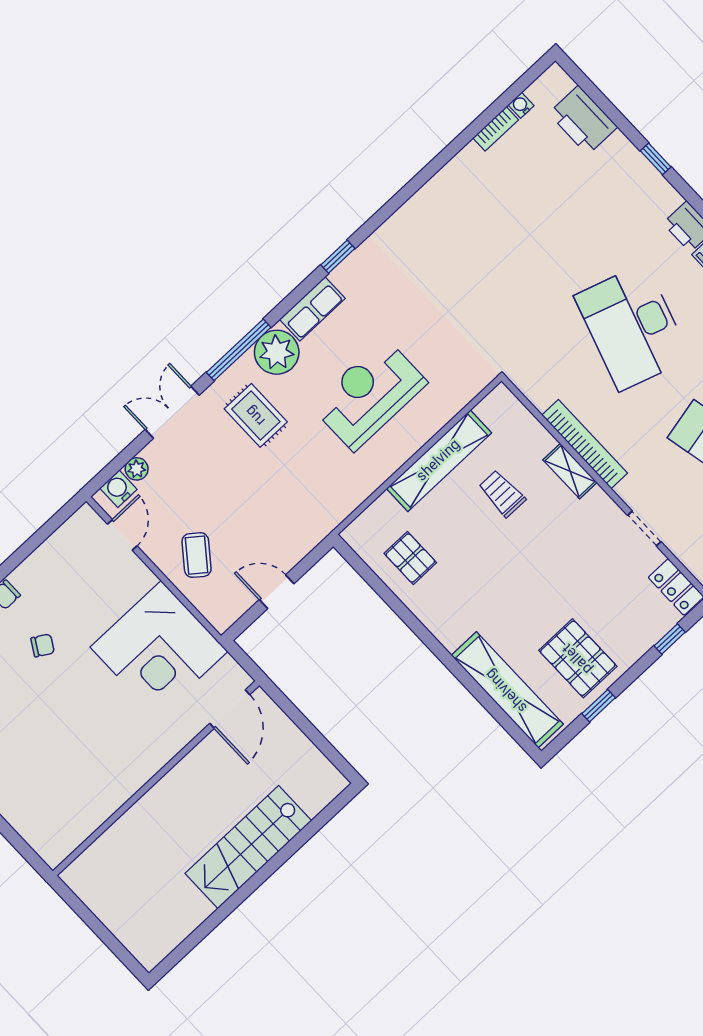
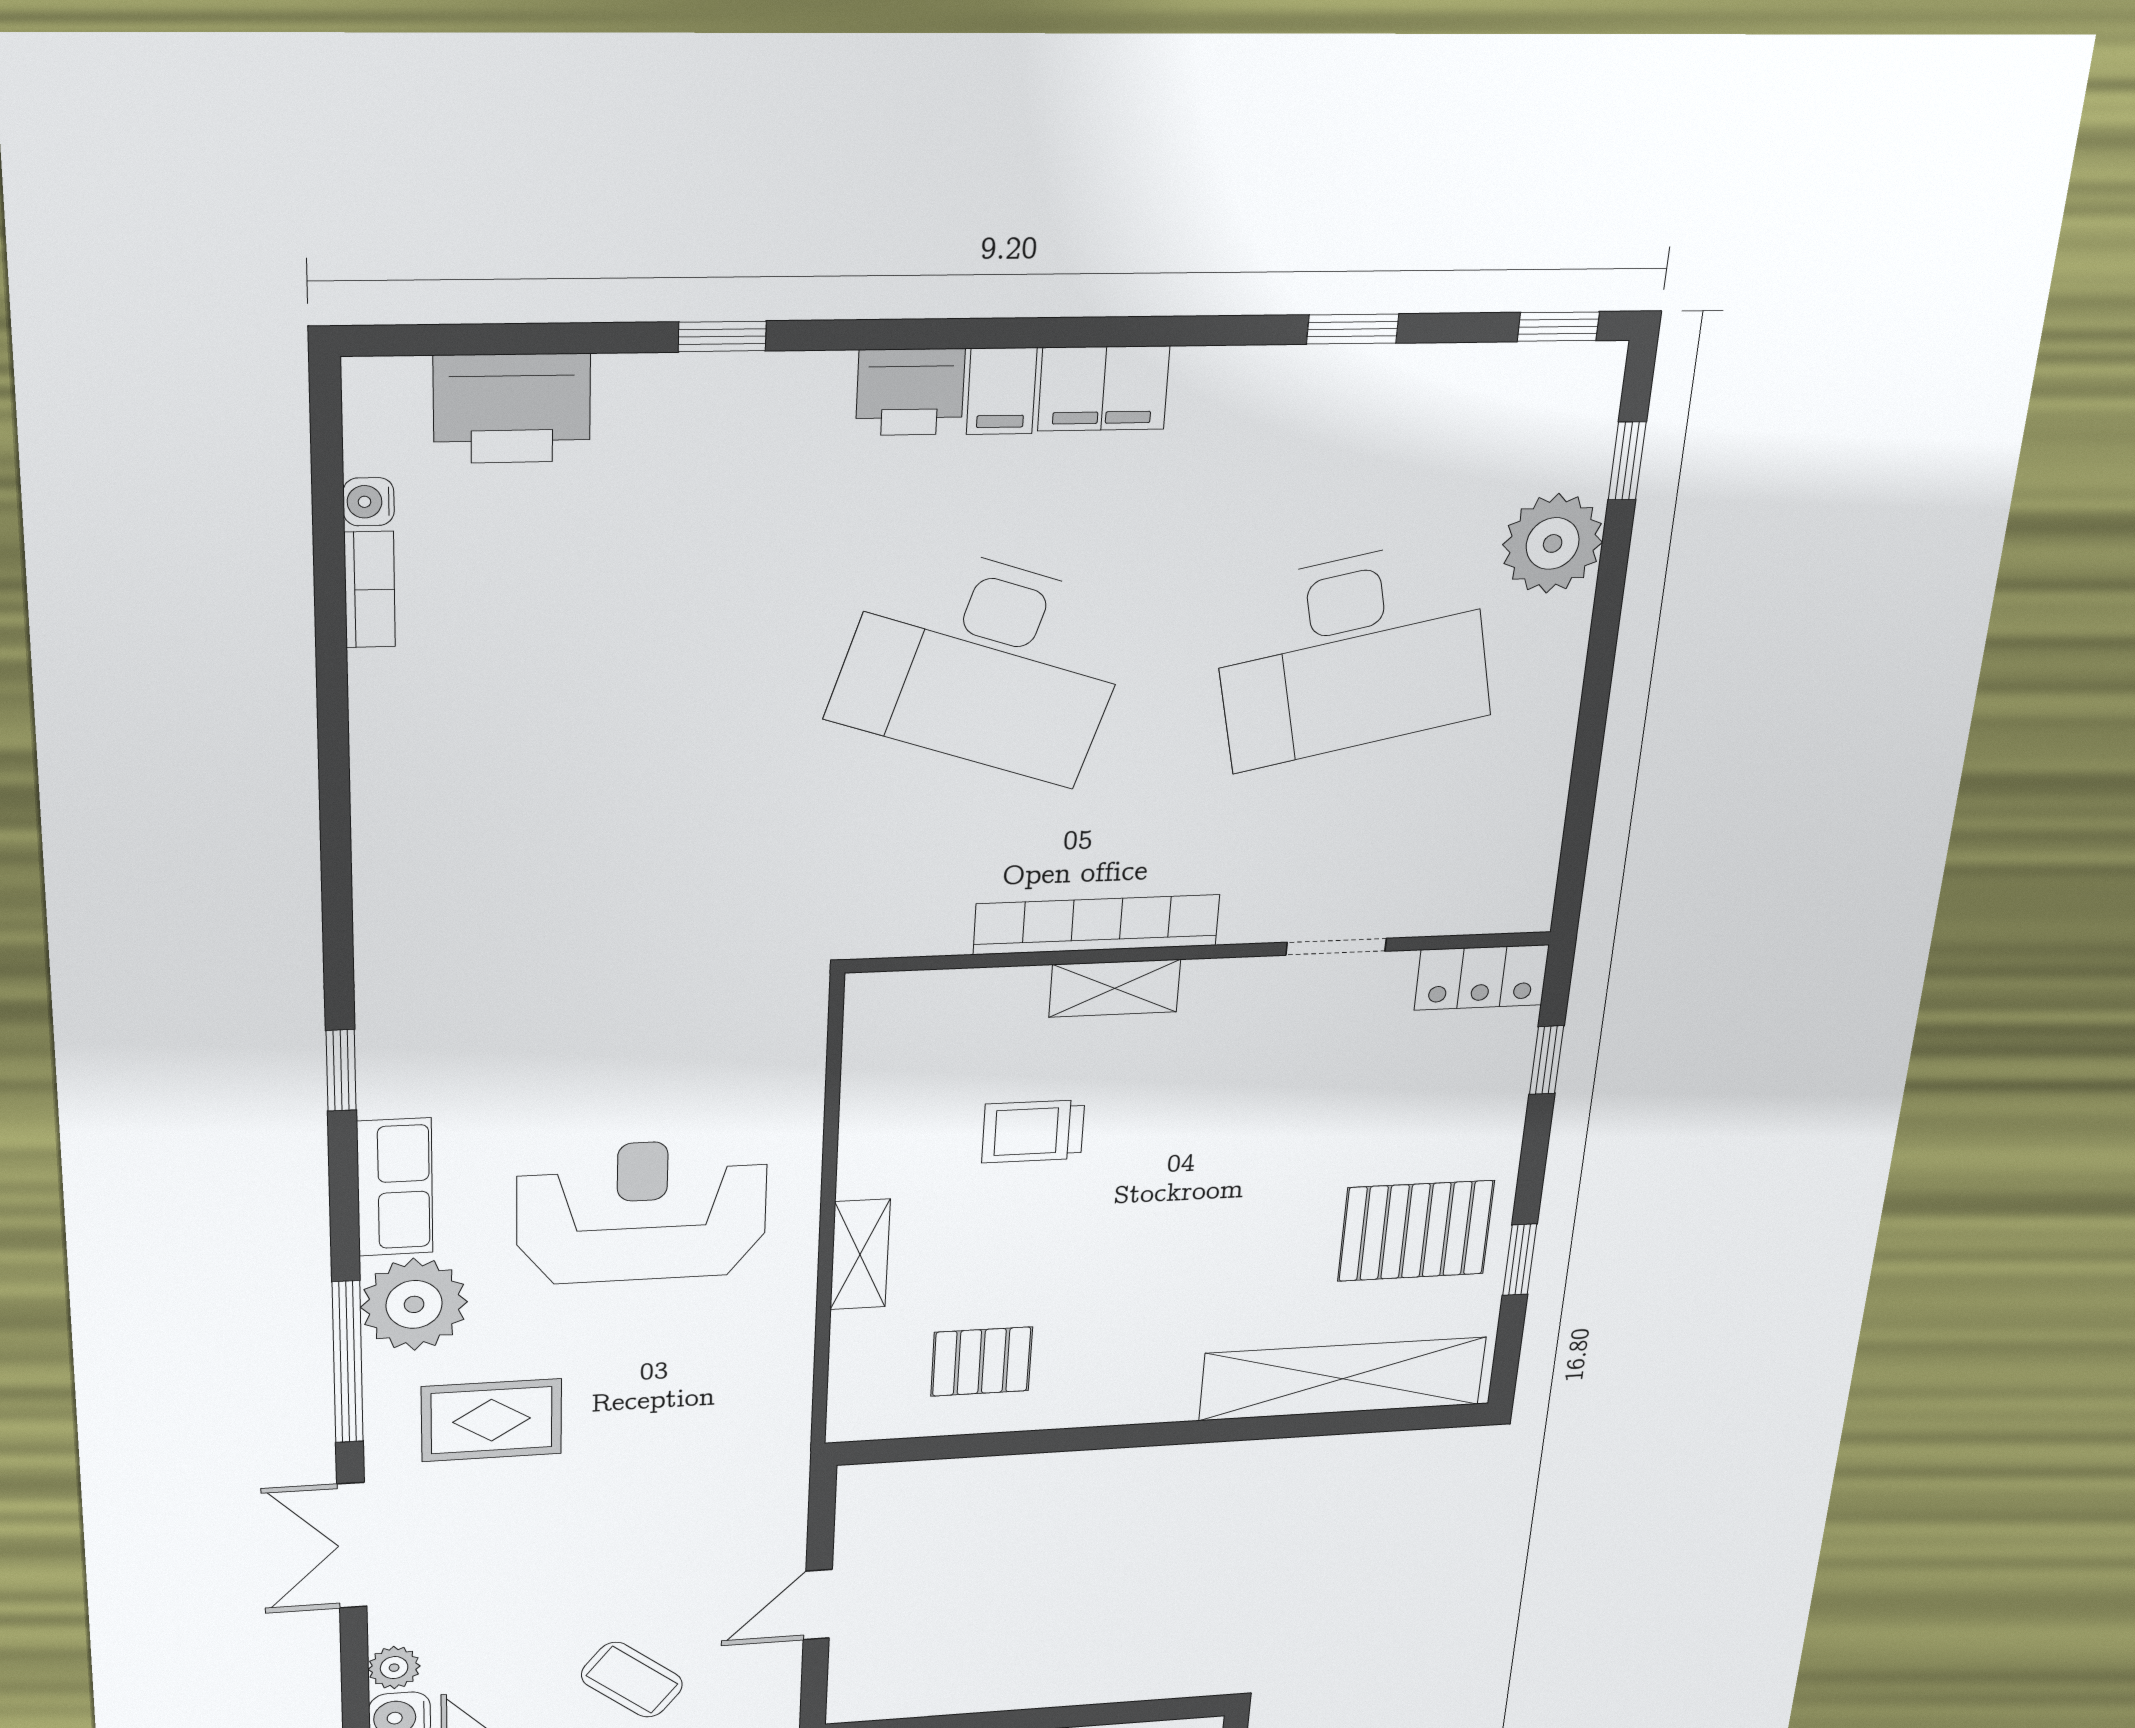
reception desk: (369, 394) -> (642, 1212), turned 90
shelving: (439, 461) -> (860, 1255), width x0.45, depth x0.75

